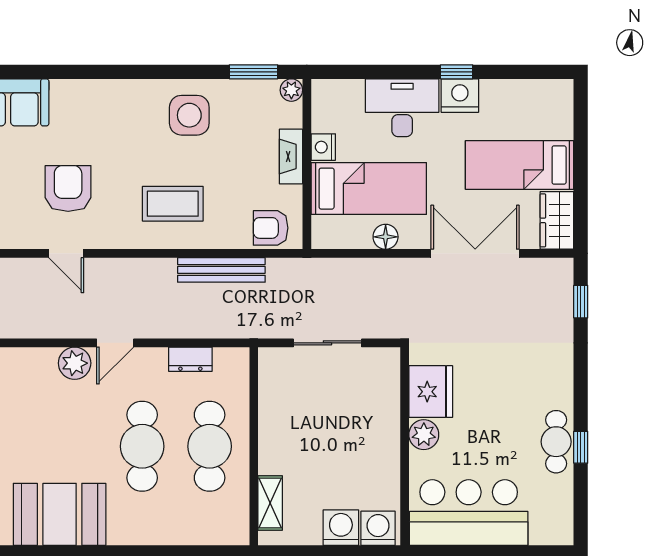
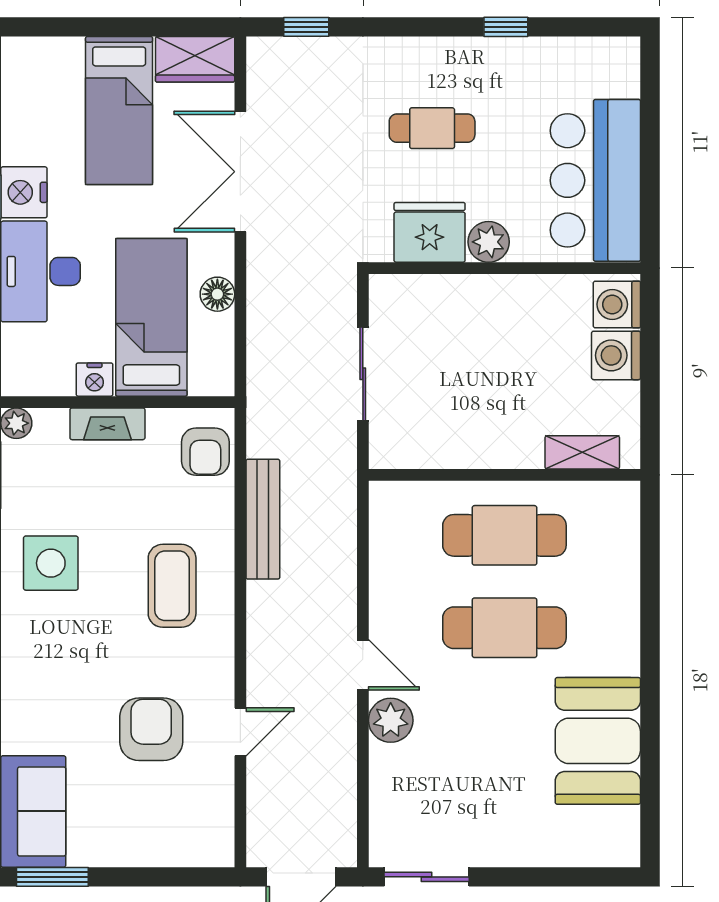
armchair: (68, 188) -> (151, 729), turned 90
dresser: (190, 359) -> (385, 562), removed
cafe table: (556, 442) -> (432, 128), moved

